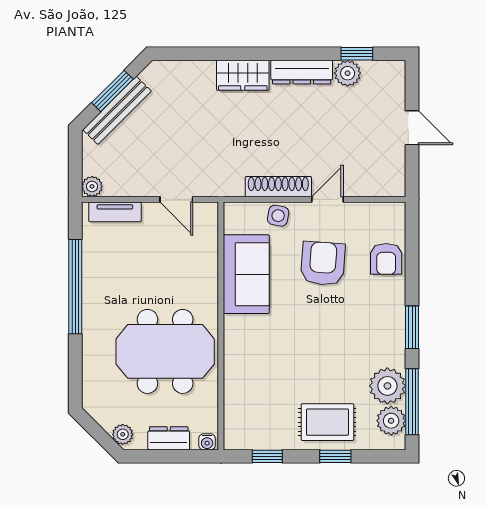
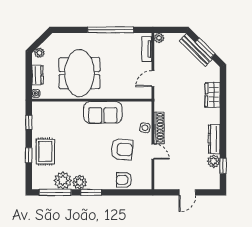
wardrobe: (243, 75) -> (213, 95), moved
sofa: (246, 274) -> (103, 112), moved
plant: (391, 421) -> (80, 182), moved

